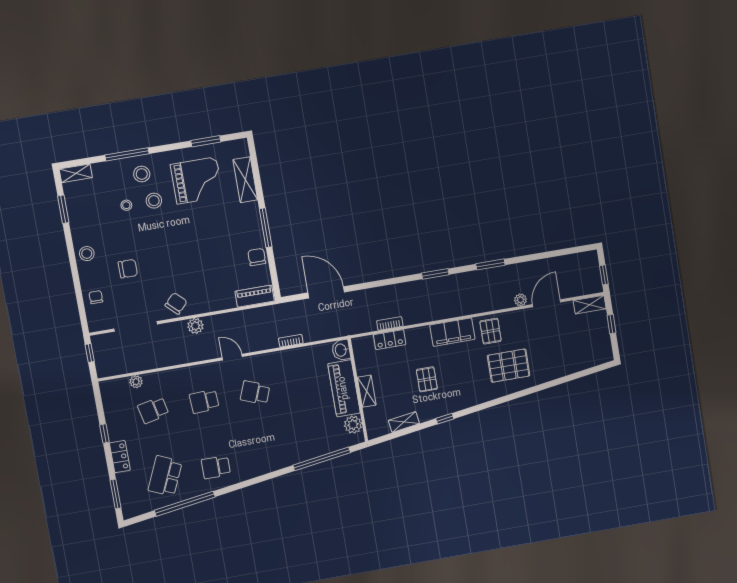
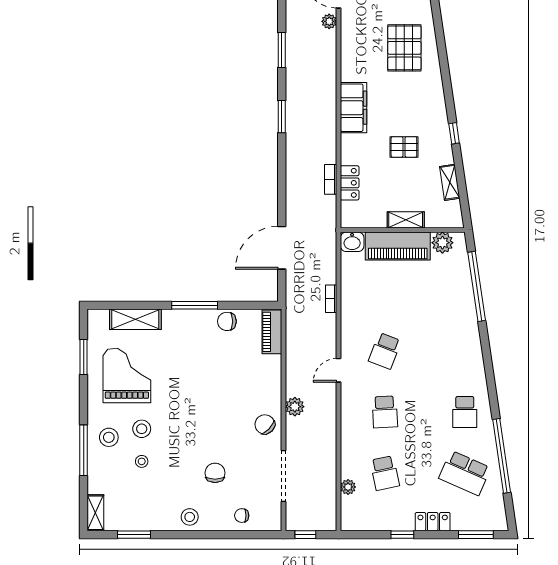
pallet: (491, 331) -> (360, 63), removed

